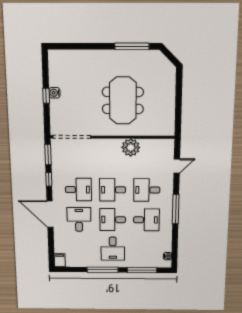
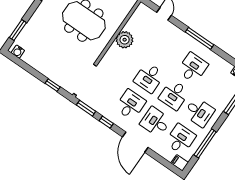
window: (73, 46) -> (18, 30), added
water cooler: (54, 93) -> (18, 52), moved
window: (46, 96) -> (53, 85), moved
desk: (147, 190) -> (180, 139), moved, turned 180
door: (50, 214) -> (135, 142), hinge flipped
window: (103, 270) -> (205, 143), moved

